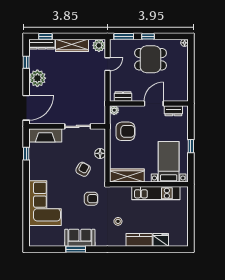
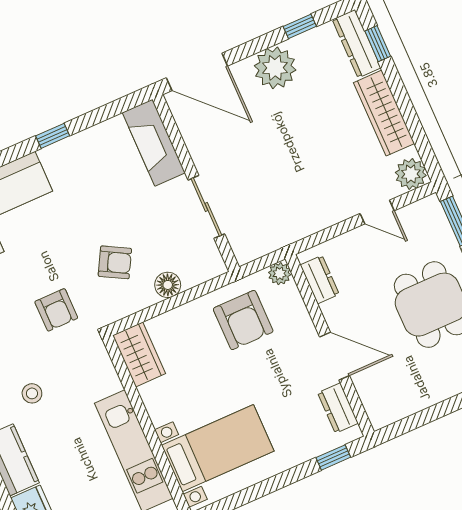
window: (191, 146) -> (333, 457), moved
window: (26, 154) -> (53, 136), moved
wardrobe: (127, 175) -> (139, 354), width x0.67

